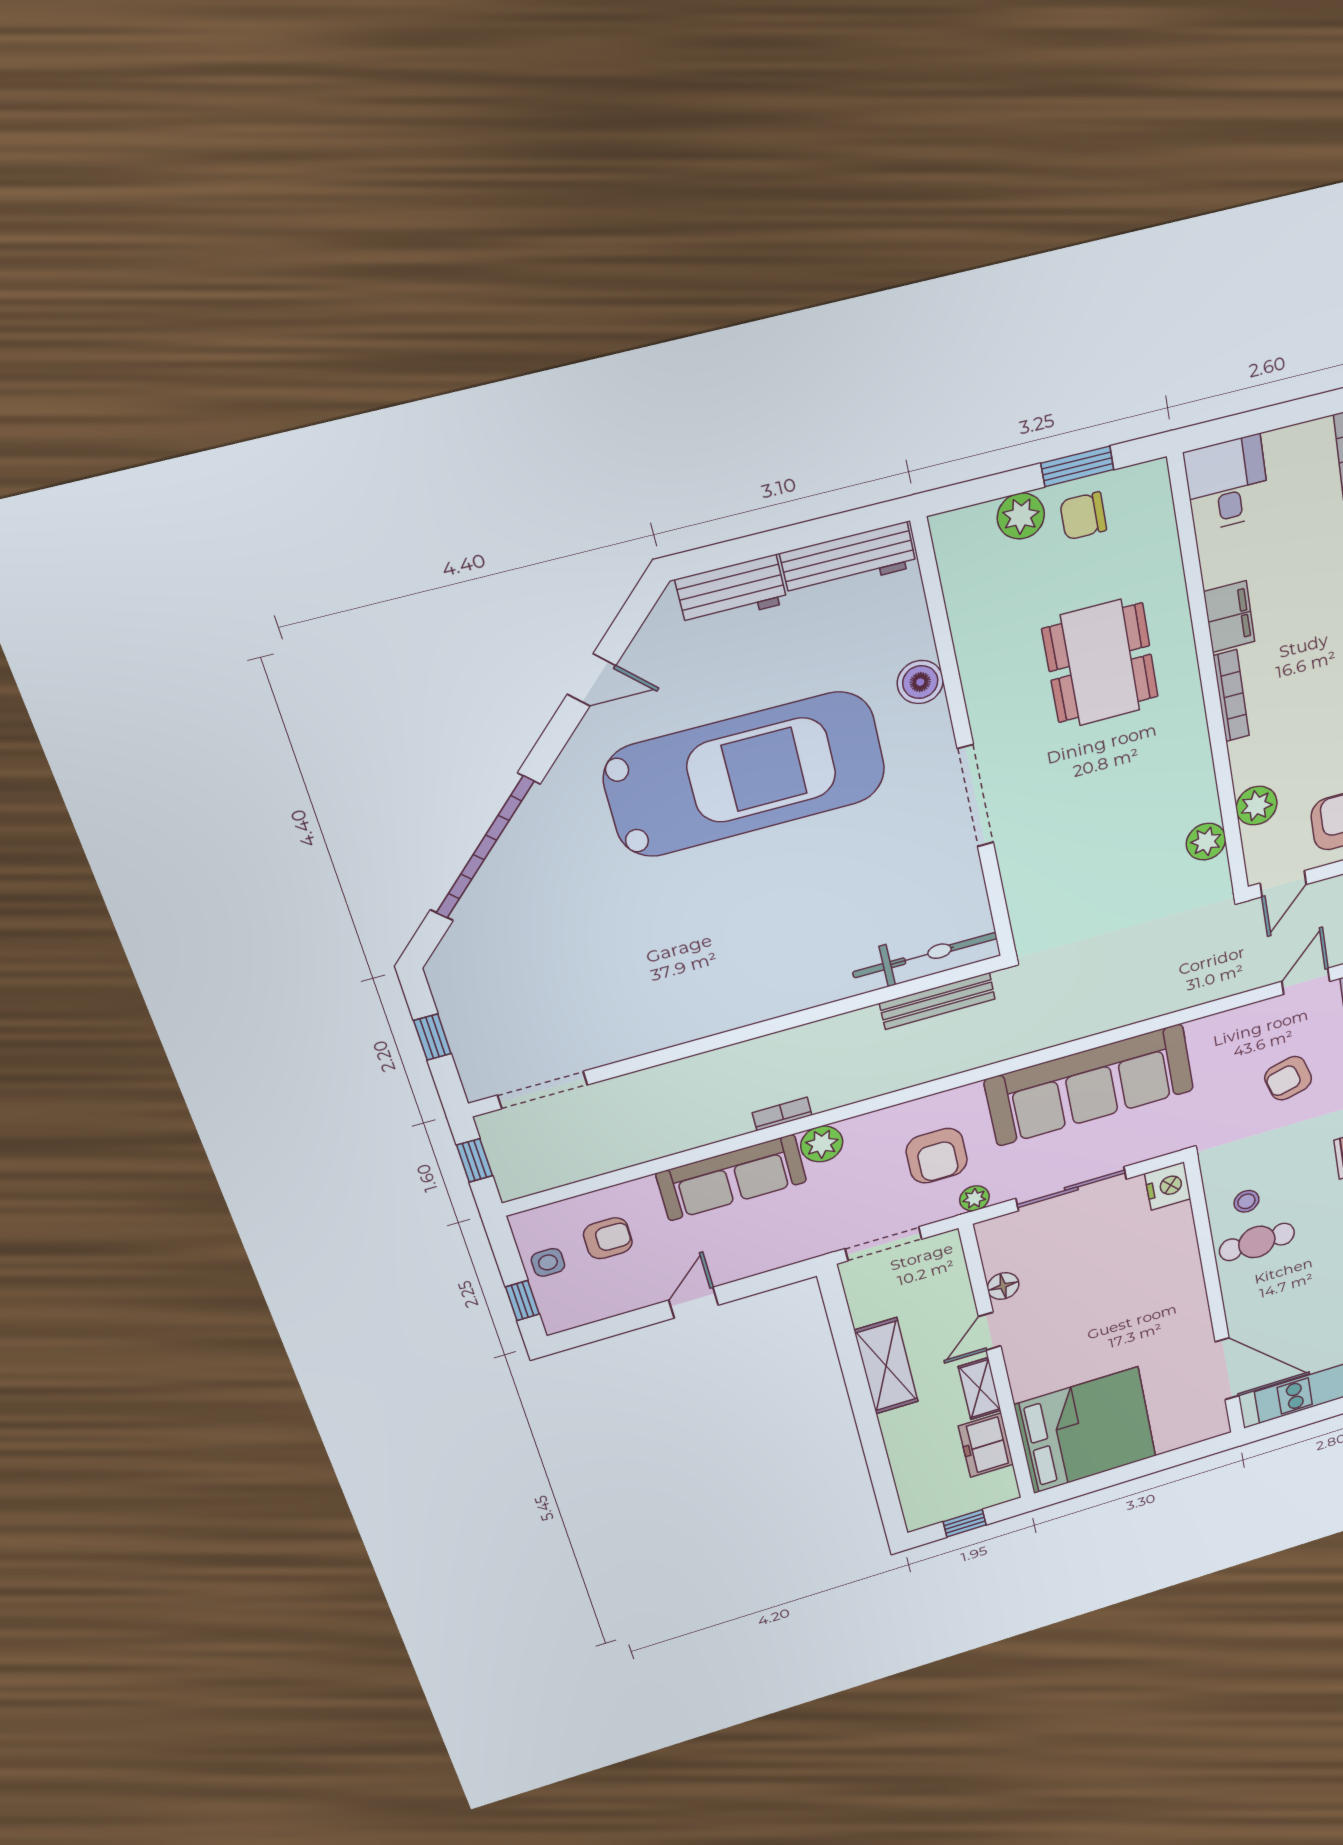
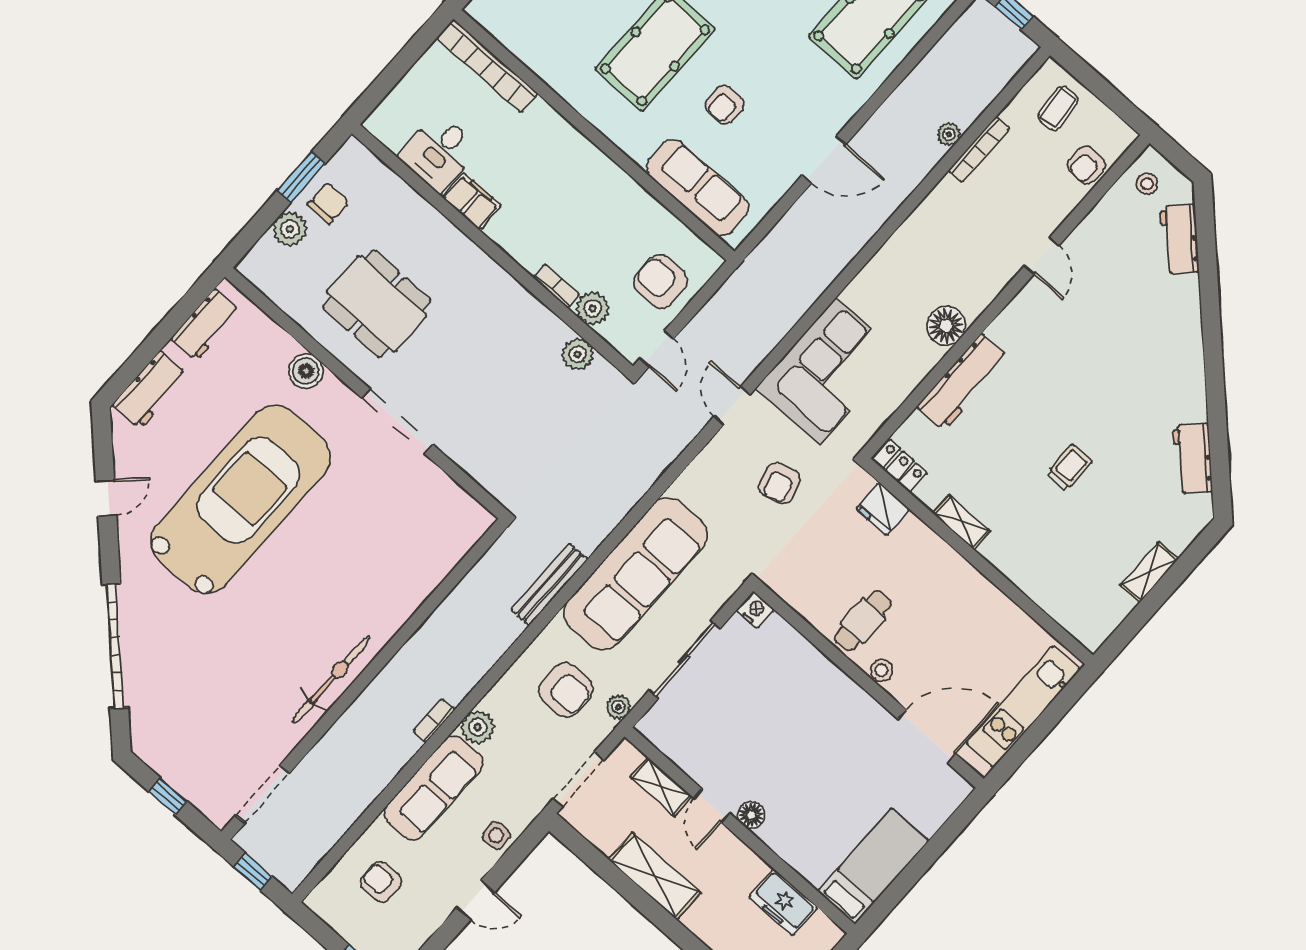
desk: (1227, 484) -> (439, 152), moved, turned -90
chair: (1083, 516) -> (328, 203), turned 180
workbench: (848, 560) -> (206, 325), width x0.73
dining table: (1100, 663) -> (377, 304), moved
bookcase: (1231, 696) -> (556, 286), moved, width x0.64
bicycle: (925, 955) -> (331, 680), moved
bench: (937, 1001) -> (549, 585), moved
nightstand: (1168, 1186) -> (755, 610), width x0.74, depth x0.75
stool: (1246, 1201) -> (882, 670), moved
armchair: (608, 1238) -> (381, 882), turned -90
side table: (548, 1262) -> (496, 836), moved
floor lamp: (1003, 1286) -> (751, 815), moved
door: (694, 1303) -> (476, 900), swing flipped
shelving: (980, 1389) -> (661, 787), moved
bed: (1086, 1431) -> (873, 866), width x0.49

